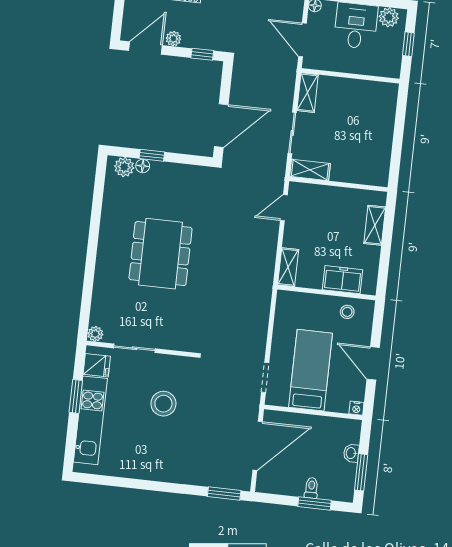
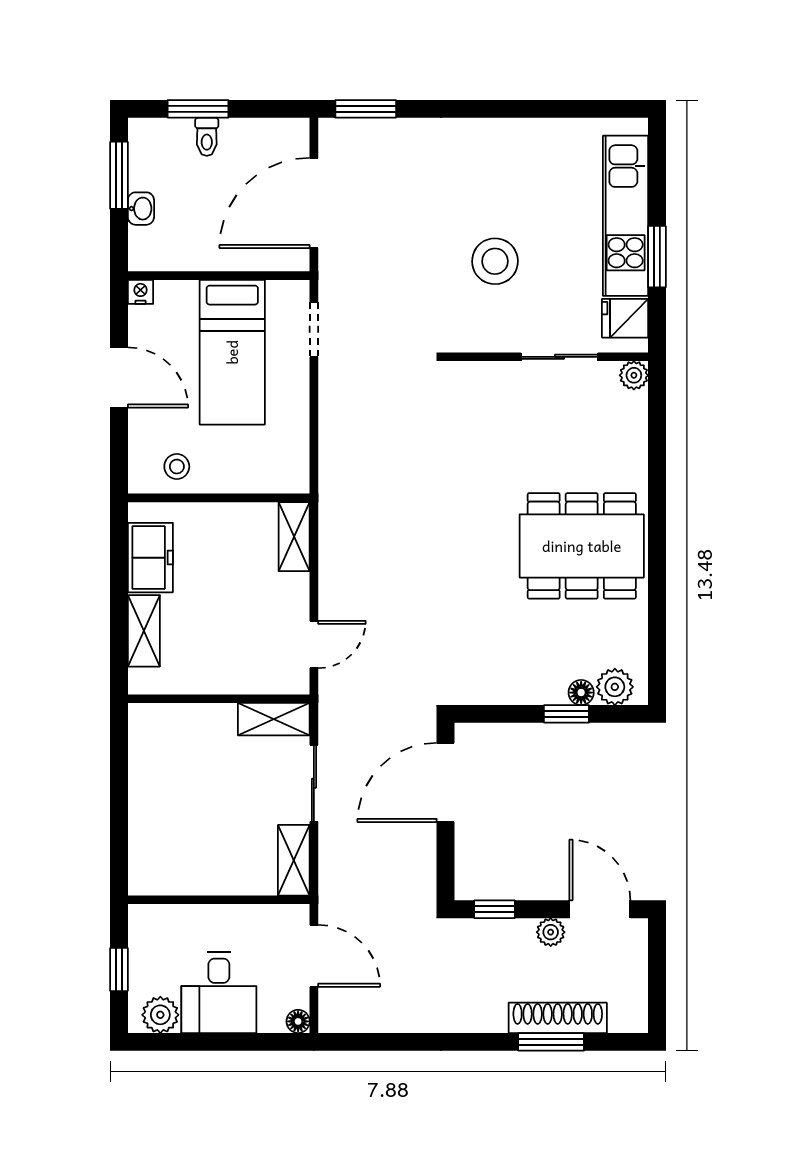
door: (145, 48) -> (600, 909), swing flipped
dining table: (161, 254) -> (582, 546), moved, turned 90
freezer: (343, 280) -> (150, 558), moved, turned -90

